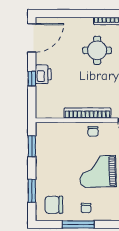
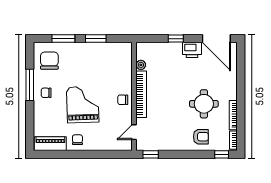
printer: (43, 74) -> (192, 50), moved
plant: (58, 113) -> (141, 65), added
window: (32, 146) -> (96, 39), moved

